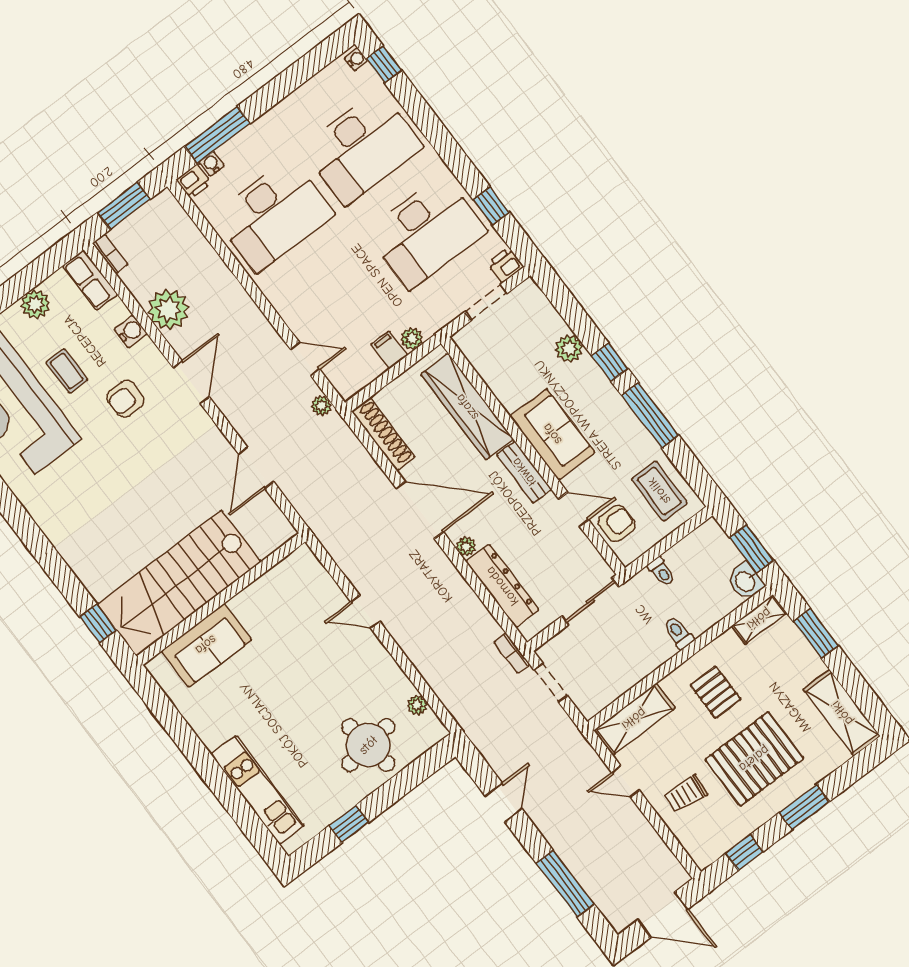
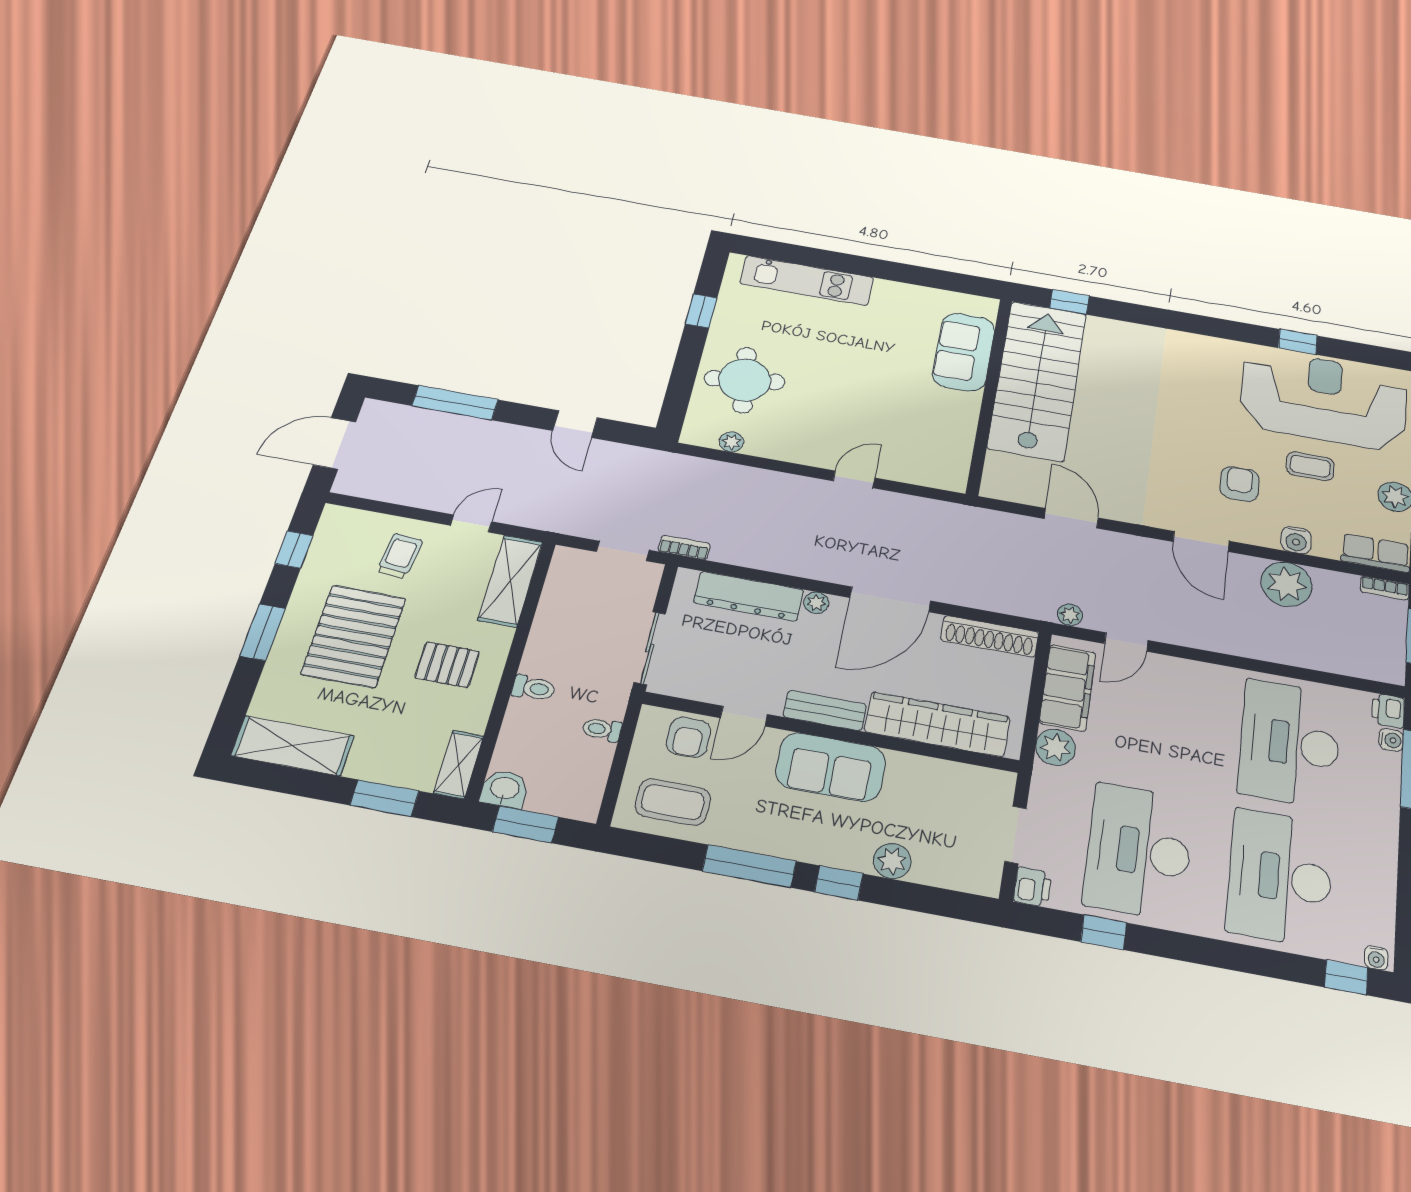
plant: (412, 338) -> (1055, 747), width x1.38, depth x1.38
filing cabinet: (389, 350) -> (1068, 688), width x3.00, depth x1.17

